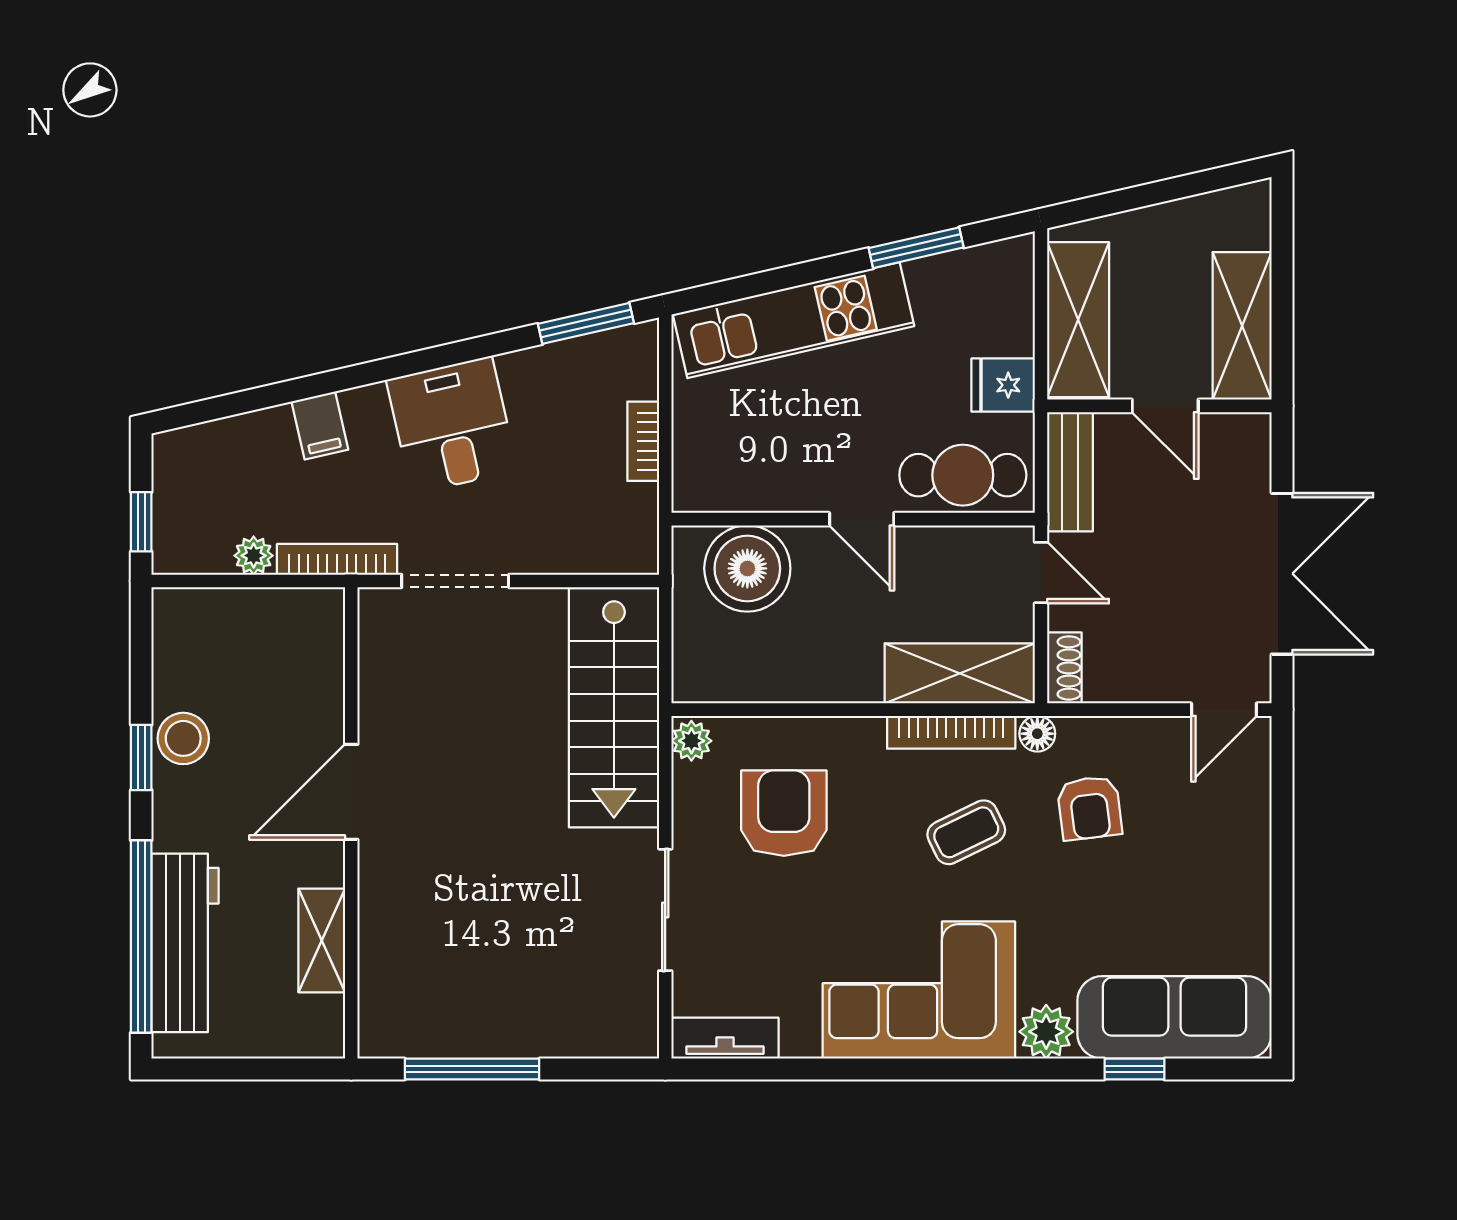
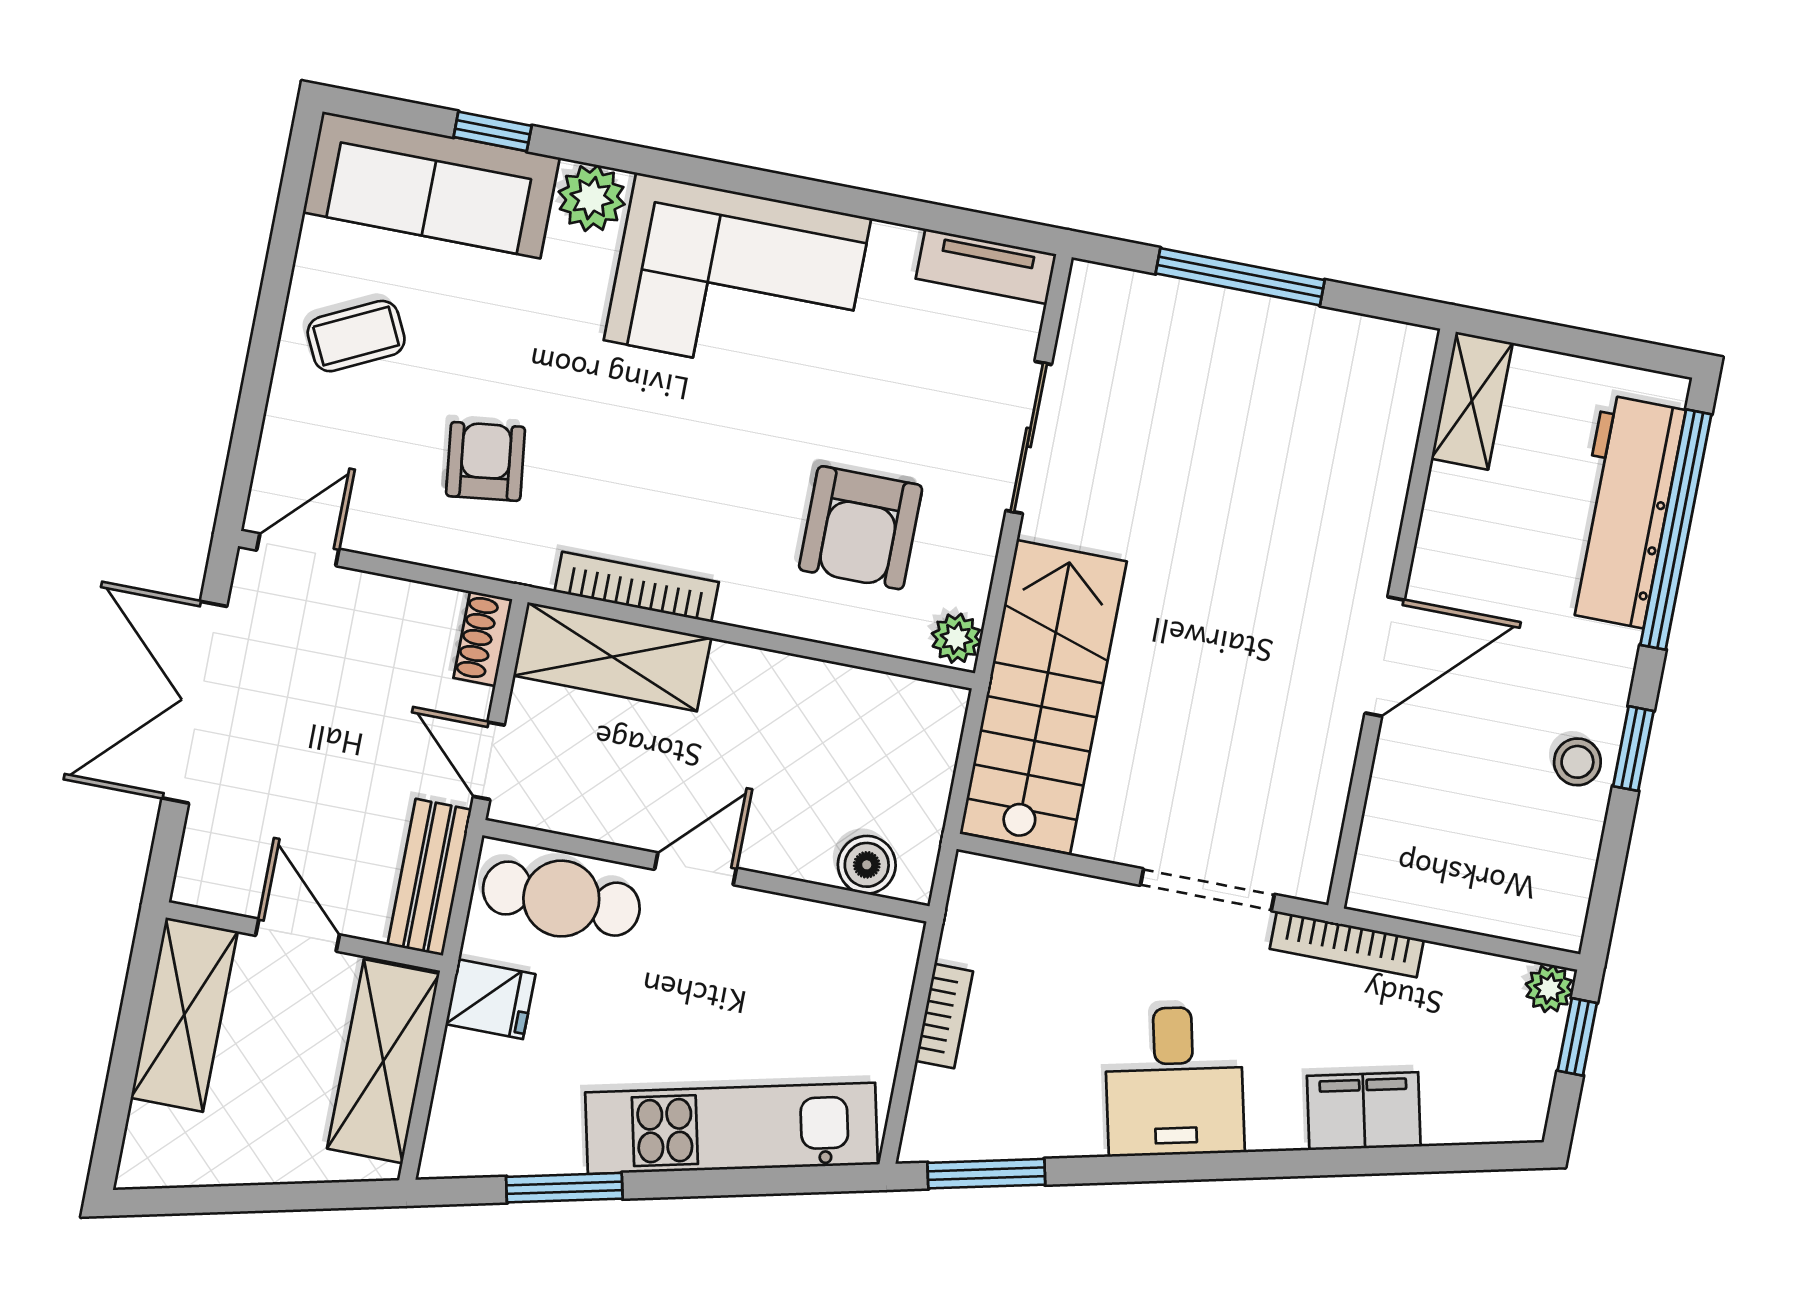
filing cabinet: (320, 426) -> (1364, 1111), width x2.00
door: (862, 519) -> (695, 869), hinge flipped
plant: (254, 556) -> (1549, 989), moved
boiler: (747, 568) -> (867, 865), width x0.54, depth x0.54
floor lamp: (1037, 734) -> (532, 565), removed
stool: (183, 738) -> (1577, 762), width x0.73, depth x0.73
coffee table: (966, 832) -> (356, 336), moved
shelving: (322, 940) -> (1472, 401), moved
window: (472, 1069) -> (1240, 277), moved

